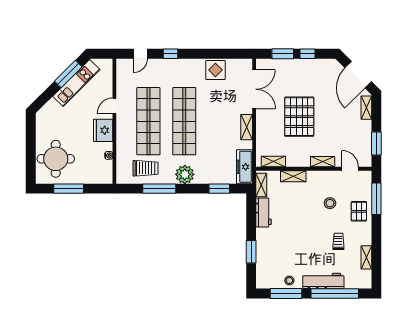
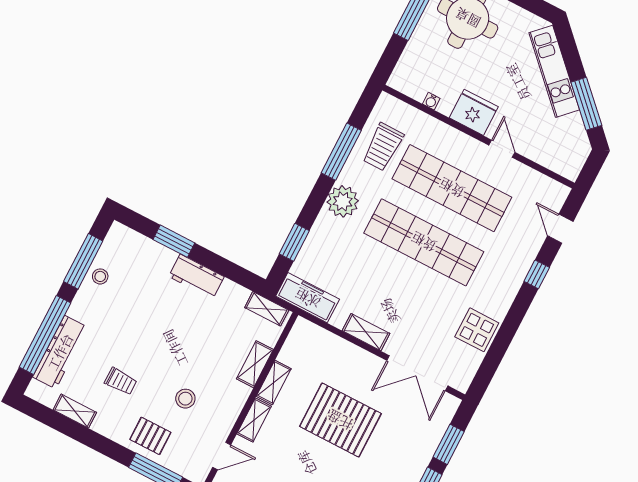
kitchen unit: (76, 83) -> (554, 71), moved
shelving: (273, 162) -> (274, 382), moved
workbench: (263, 212) -> (196, 277), moved
workbench: (323, 281) -> (60, 352), moved

